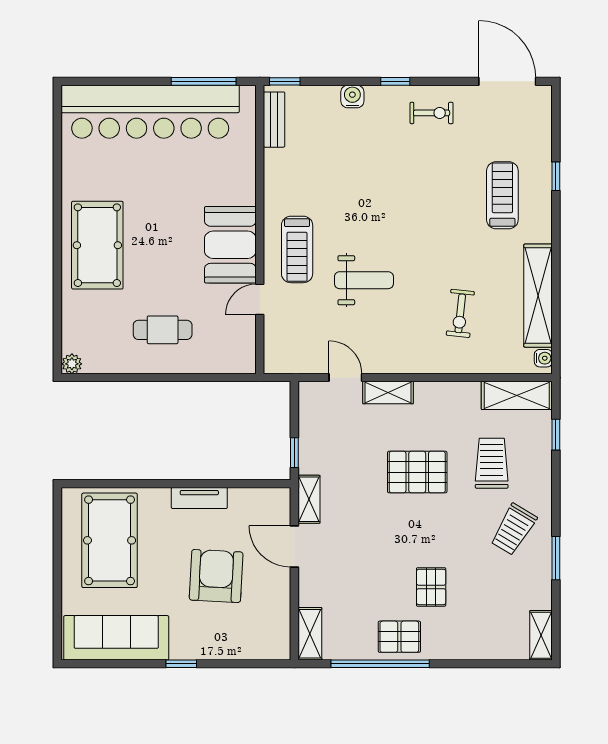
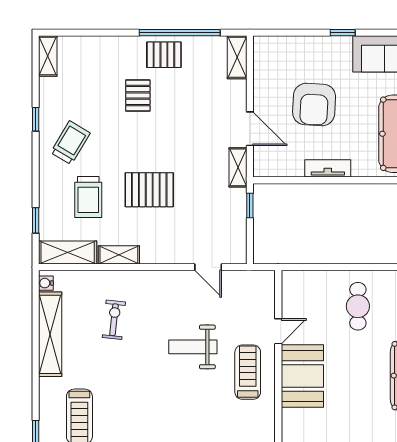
cafe table: (163, 330) -> (358, 306), turned 90
shelving: (388, 393) -> (119, 255), moved
window: (556, 558) -> (36, 119), width x0.67

